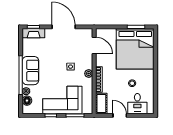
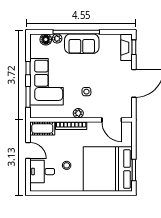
door: (94, 45) -> (112, 120), hinge flipped
door: (120, 115) -> (28, 150), hinge flipped

